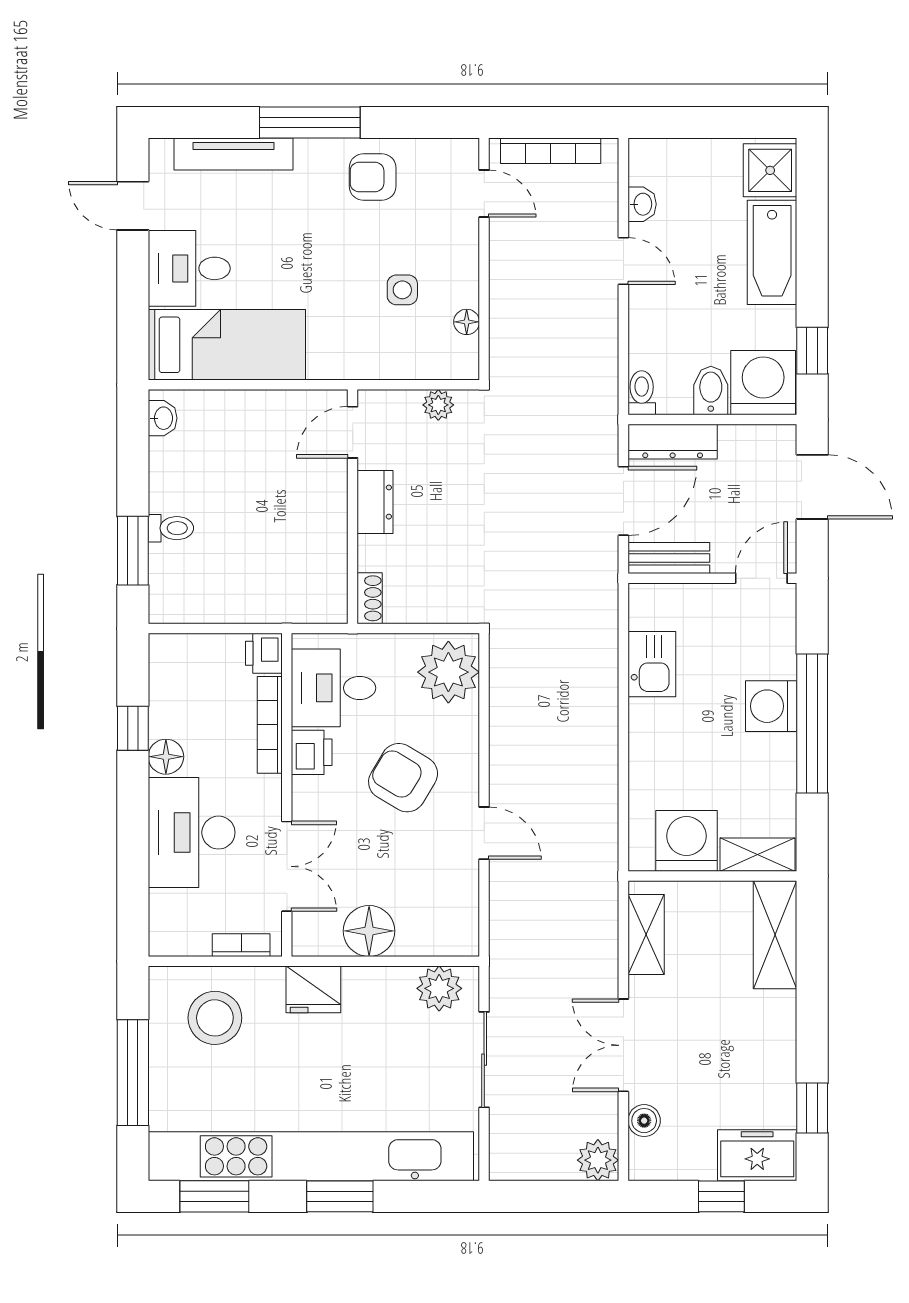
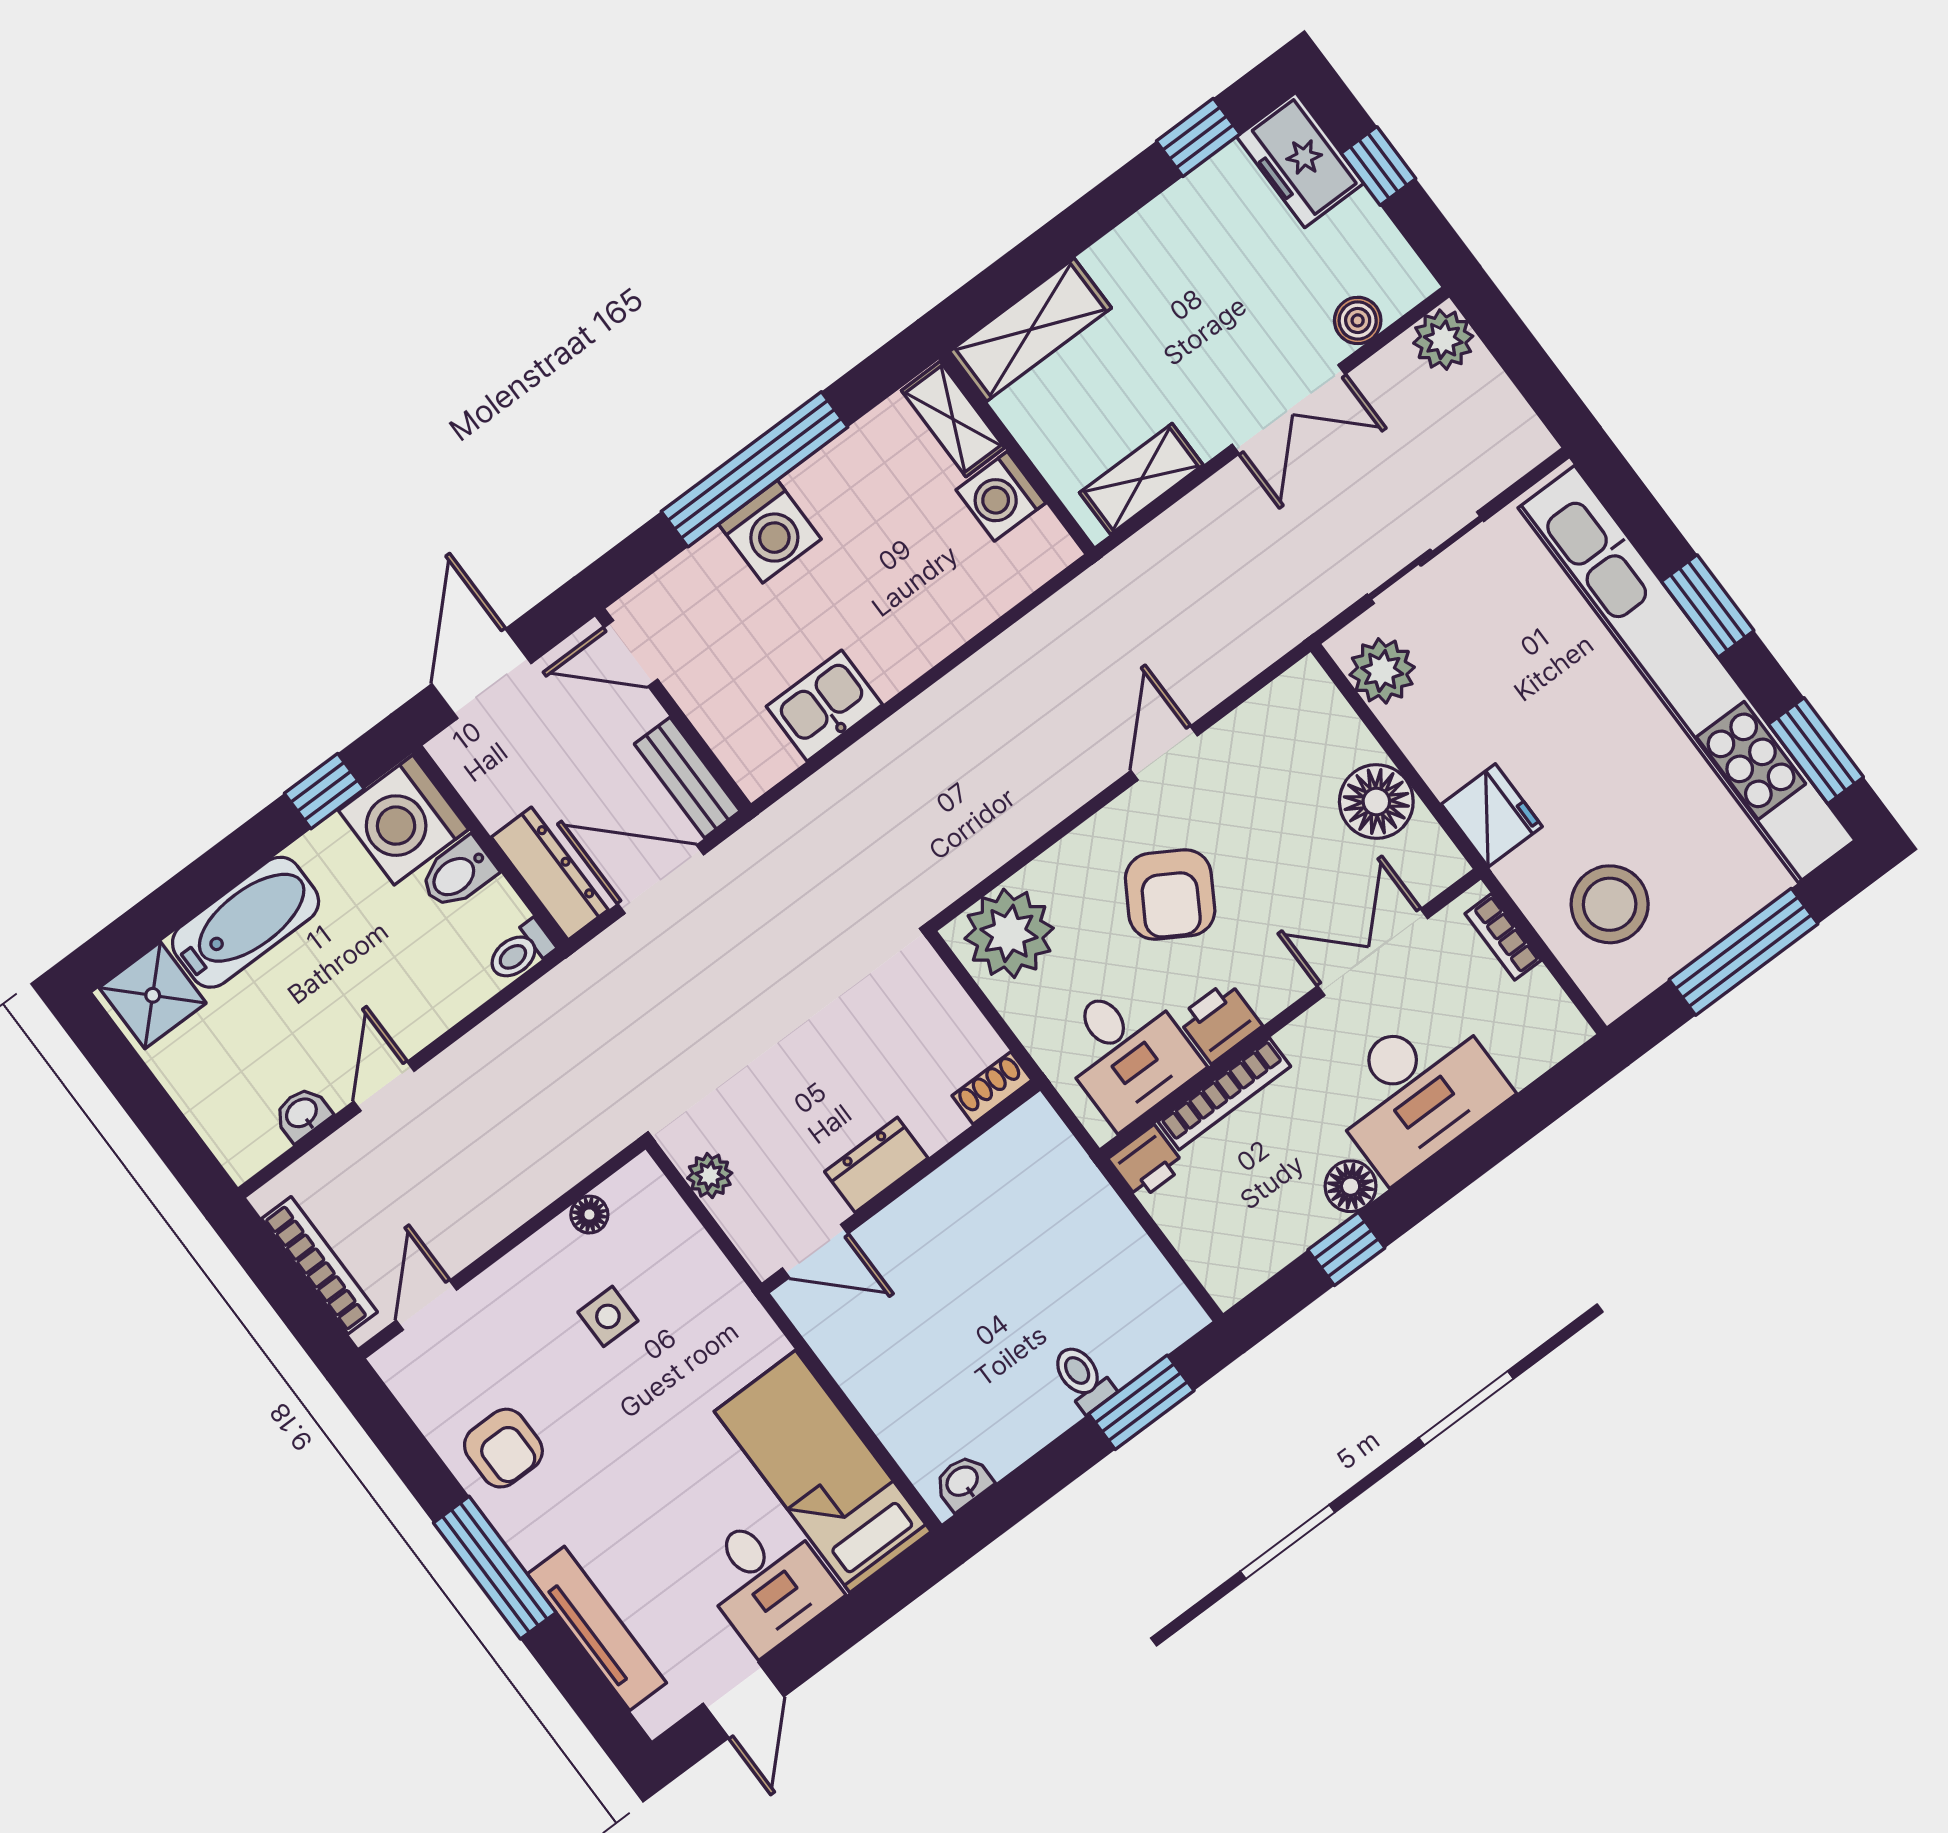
washing machine: (686, 841) -> (1001, 496), width x0.73, depth x0.73

